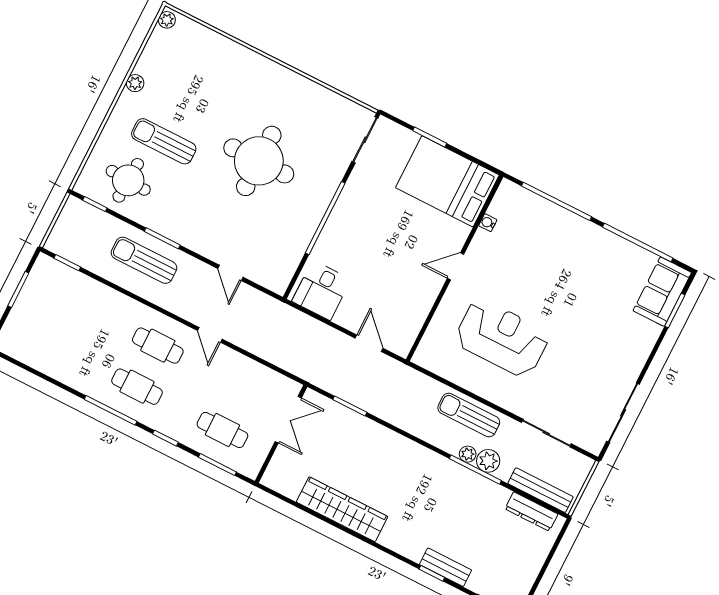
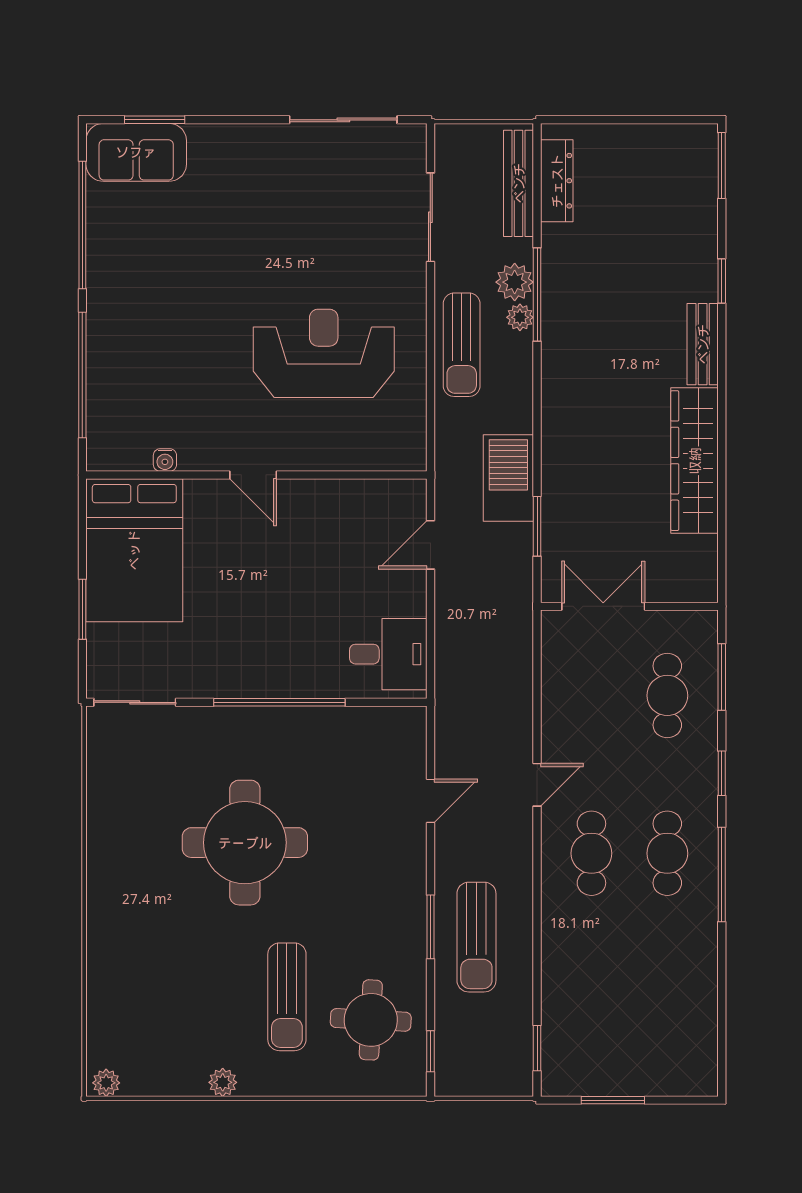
reception desk: (502, 338) -> (324, 353), turned 90
barbecue: (384, 404) -> (508, 478), added
bench: (446, 567) -> (703, 344), moved

